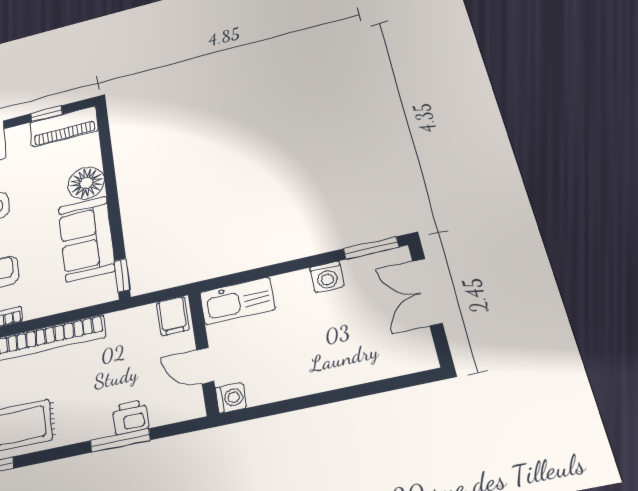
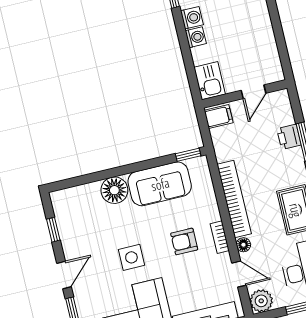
piano: (64, 126) -> (65, 214), removed
kitchen sink: (237, 301) -> (210, 81), width x0.73
washing machine: (231, 398) -> (196, 37), moved, turned 90

